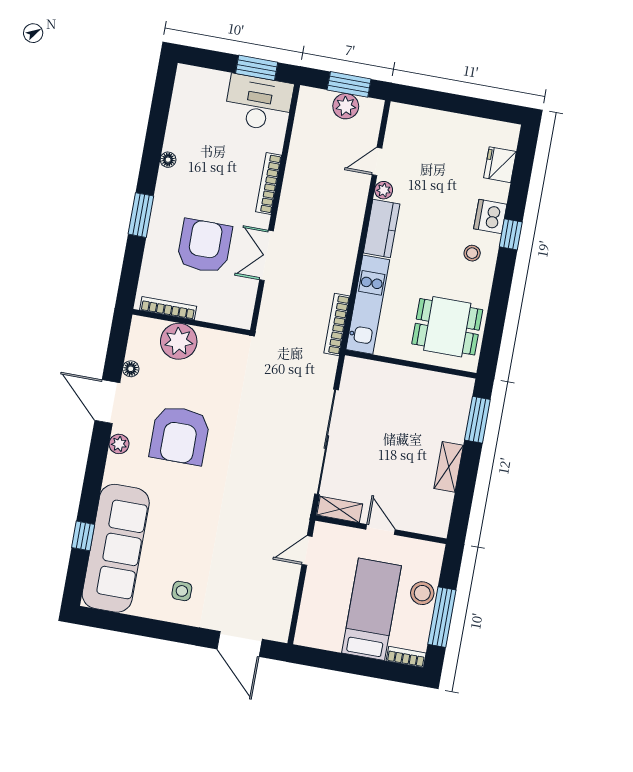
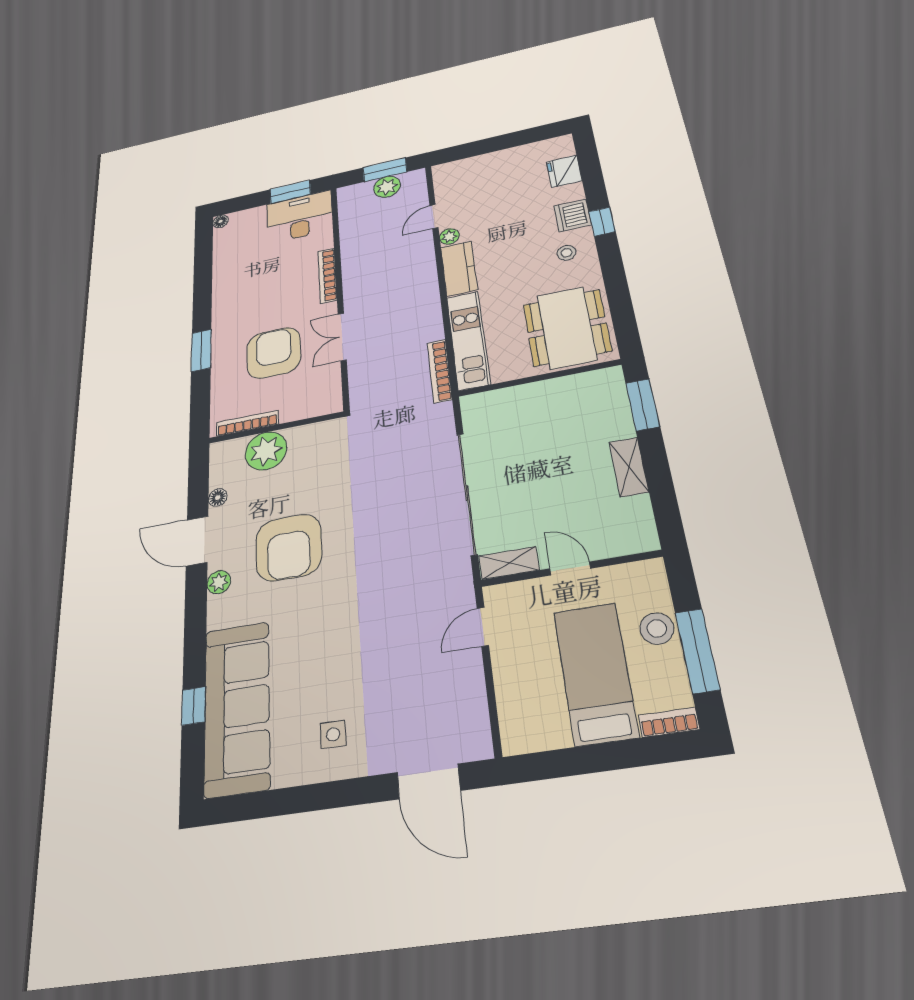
floor lamp: (168, 160) -> (221, 221), moved
dining table: (447, 327) -> (567, 328), width x1.37

